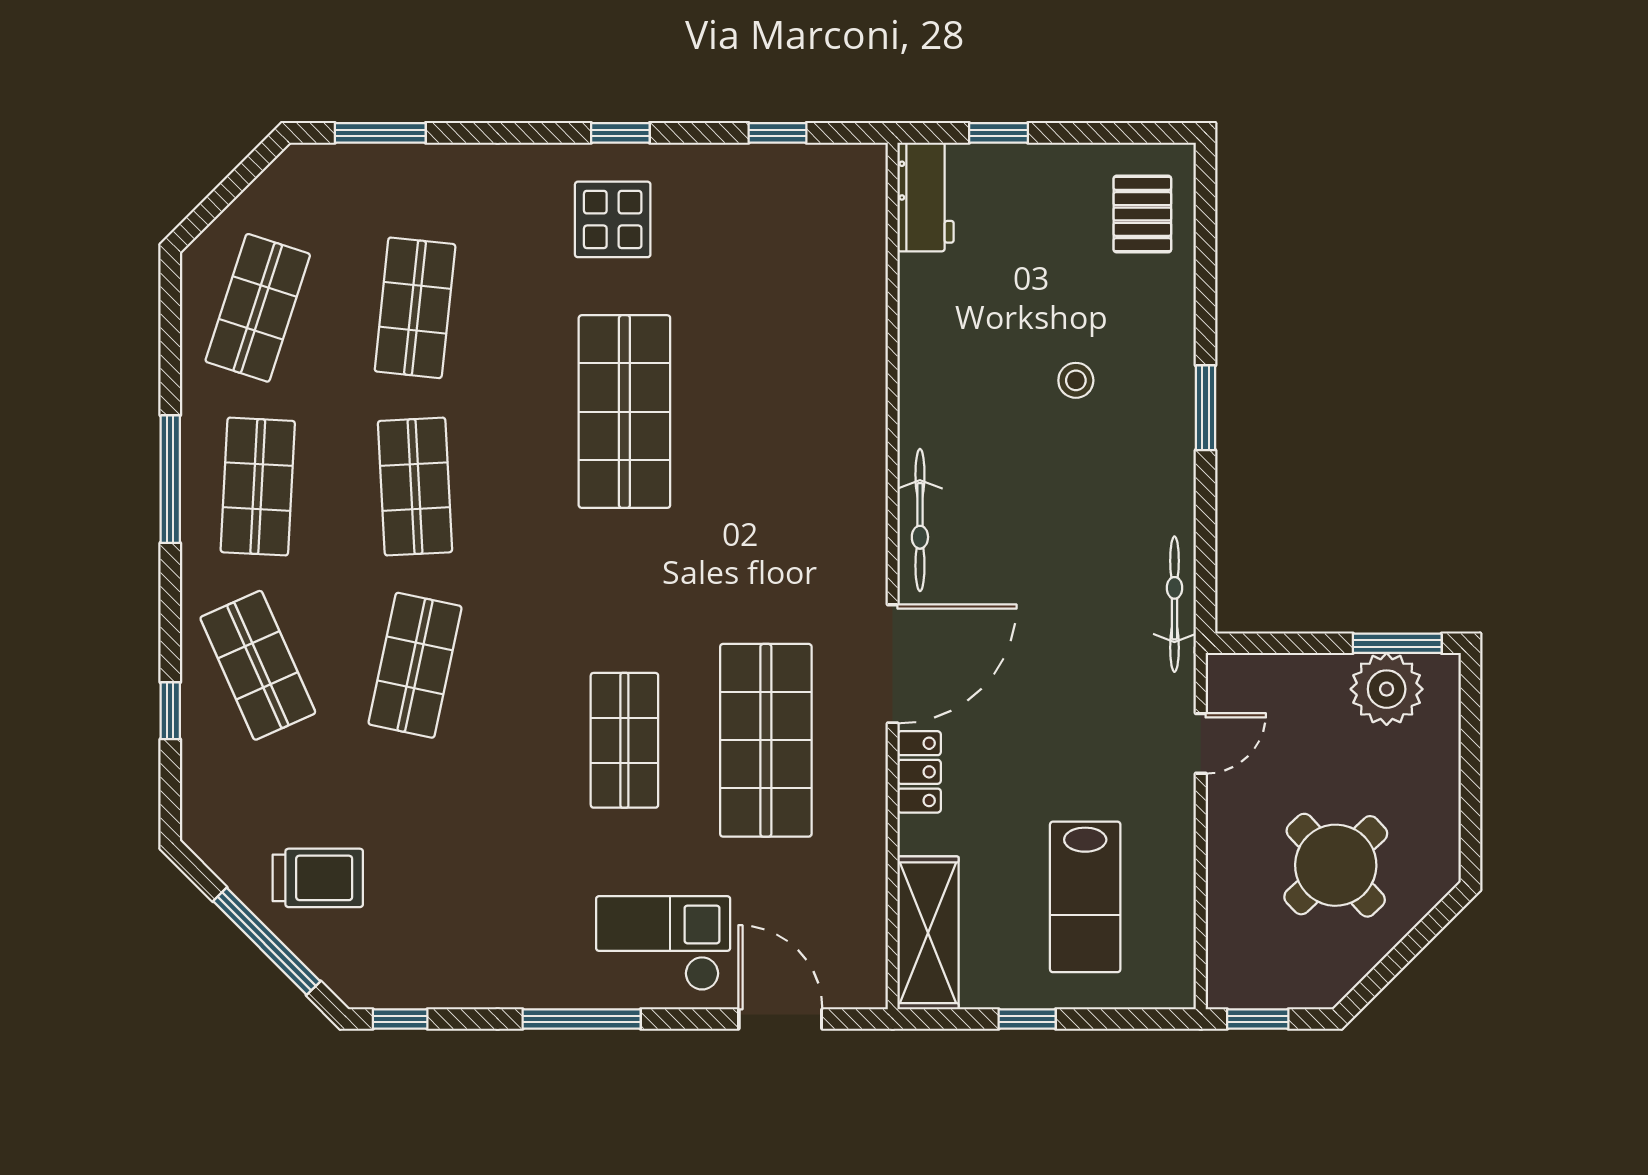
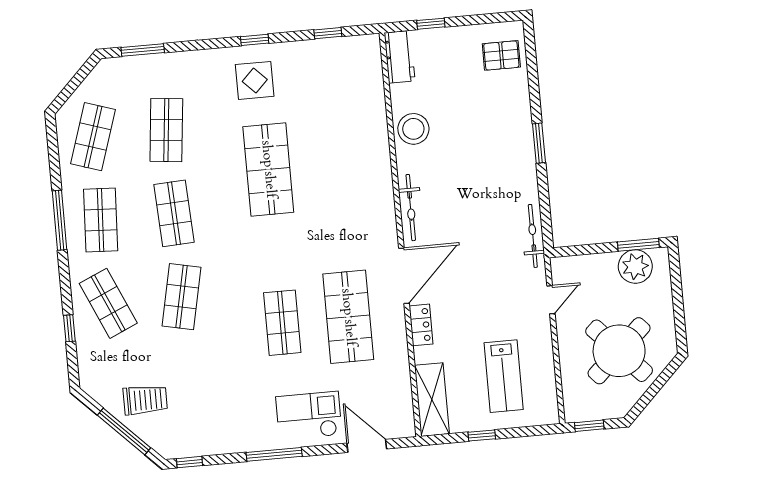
pallet: (1142, 214) -> (501, 55), turned 90
stool: (1076, 380) -> (413, 129), moved, width x1.89, depth x1.89
round table: (1336, 865) -> (619, 351), width x1.36, depth x1.36

